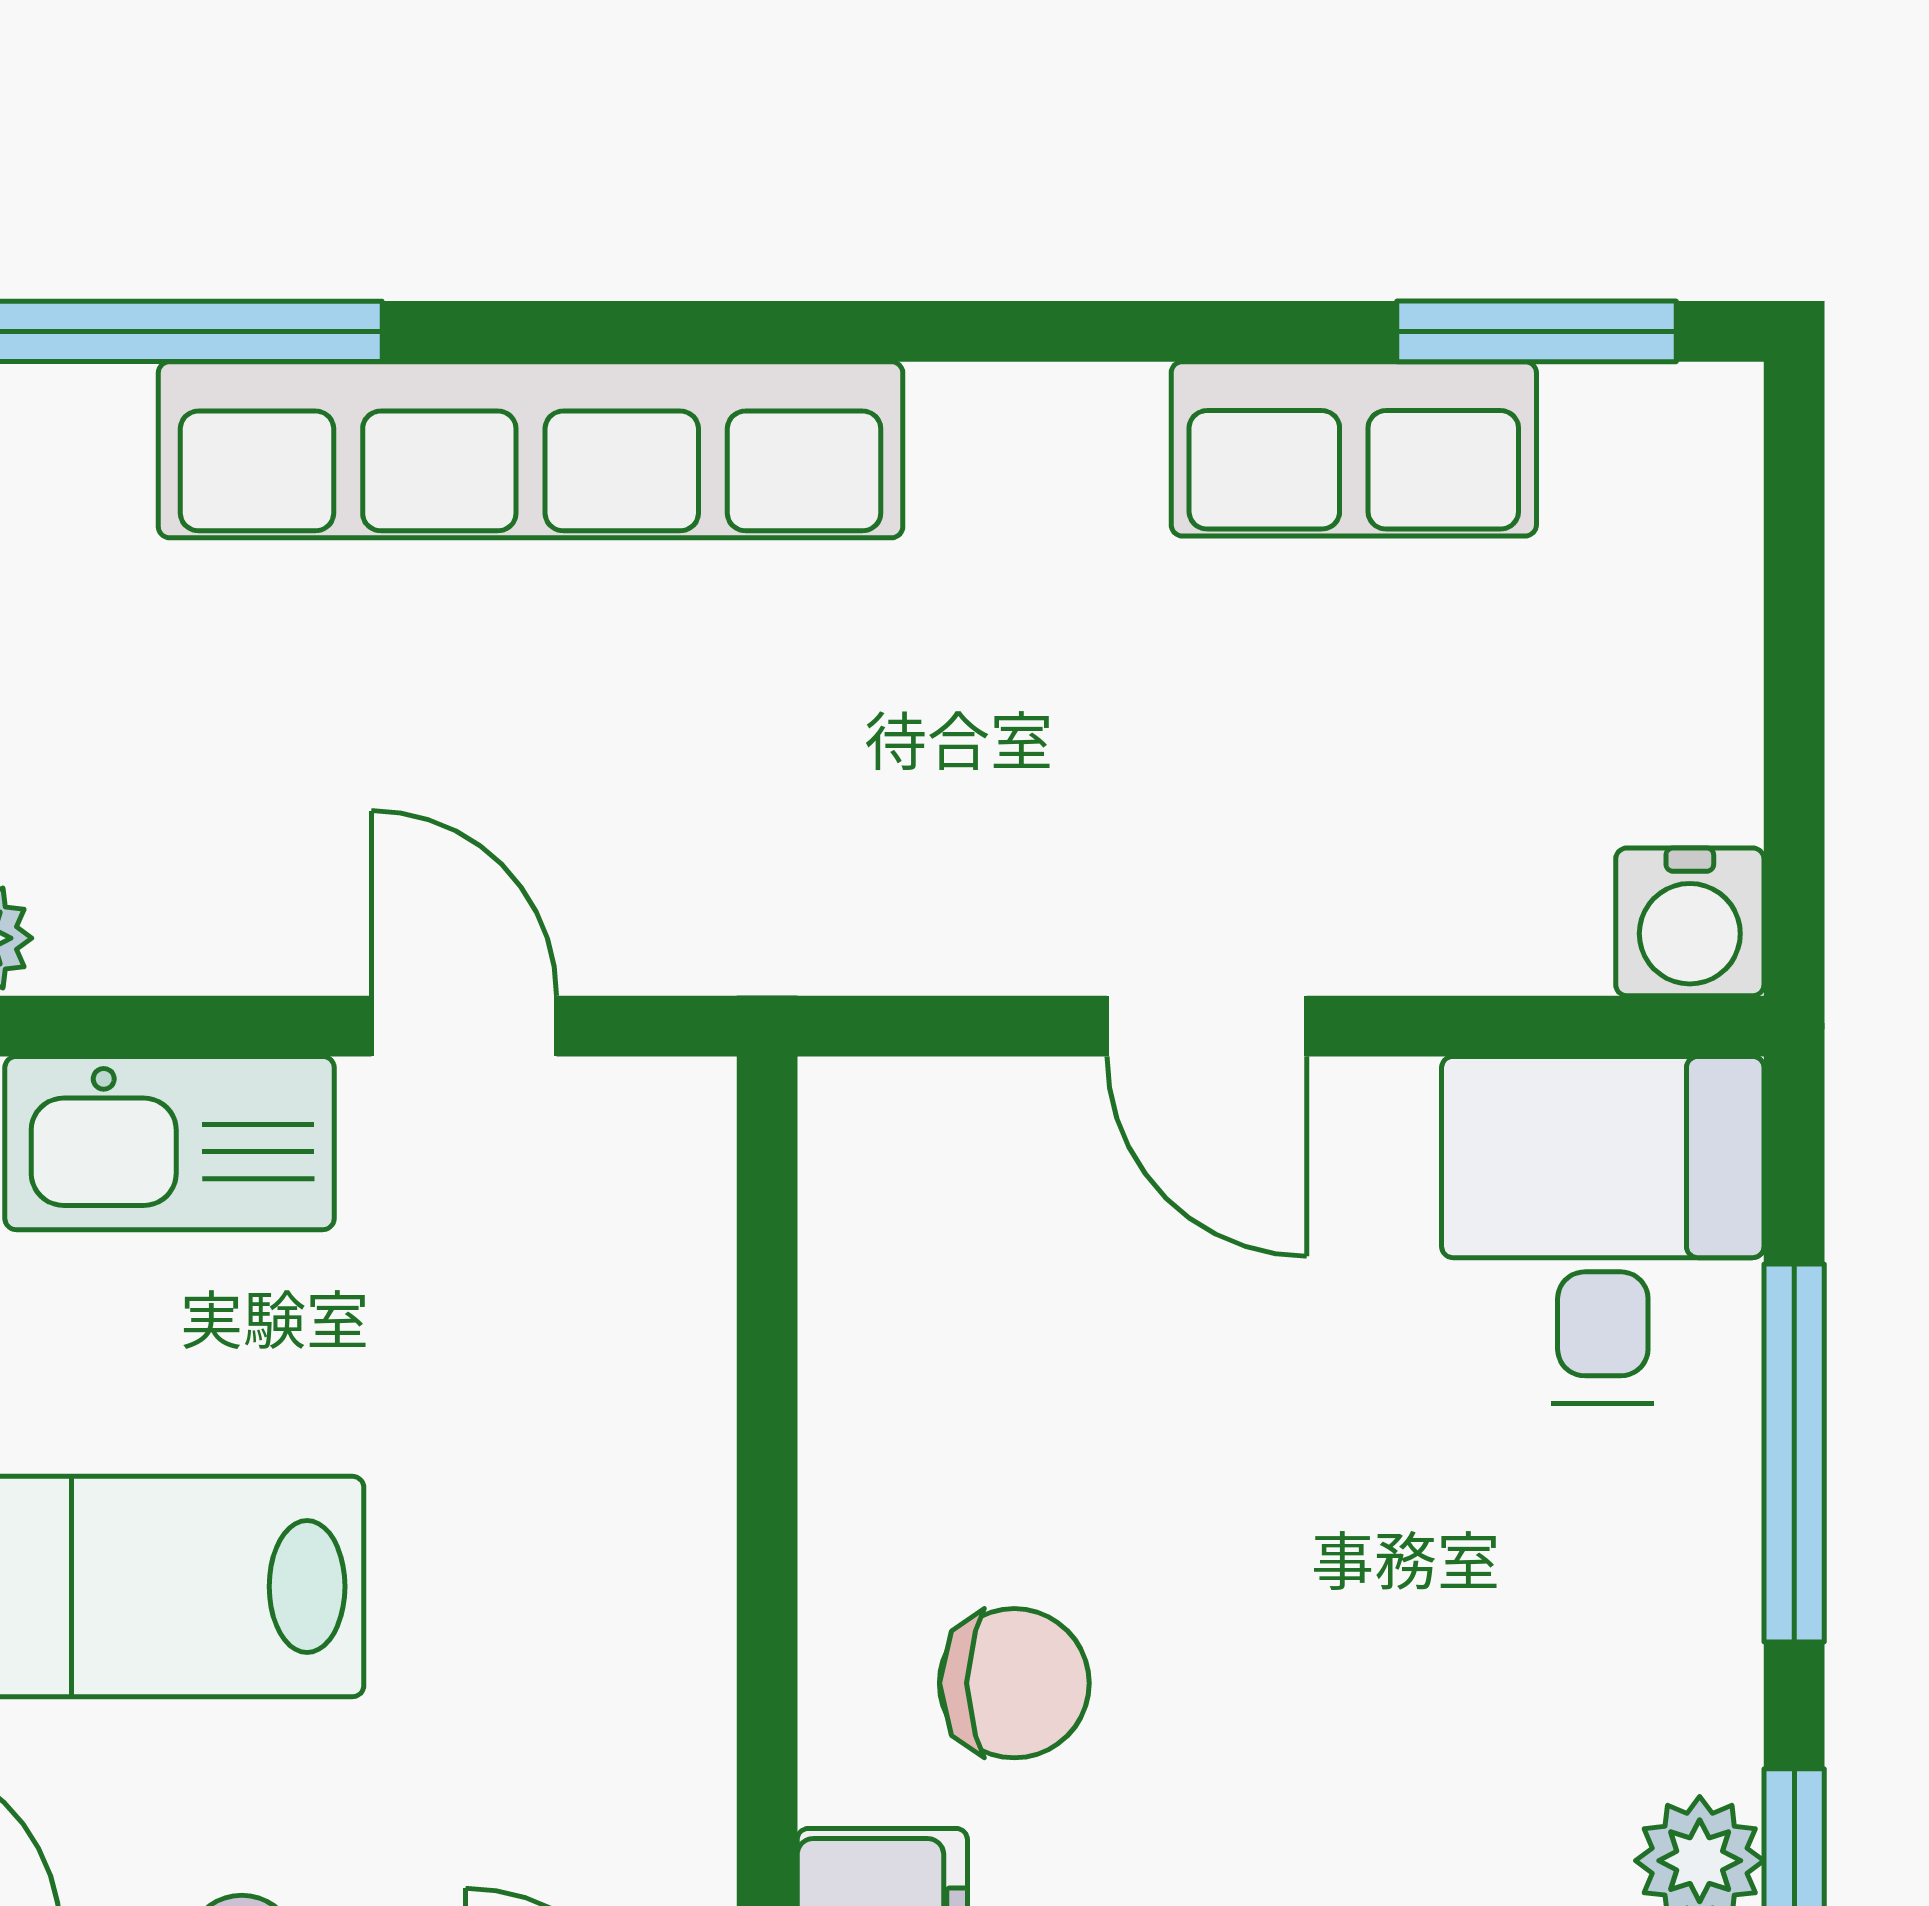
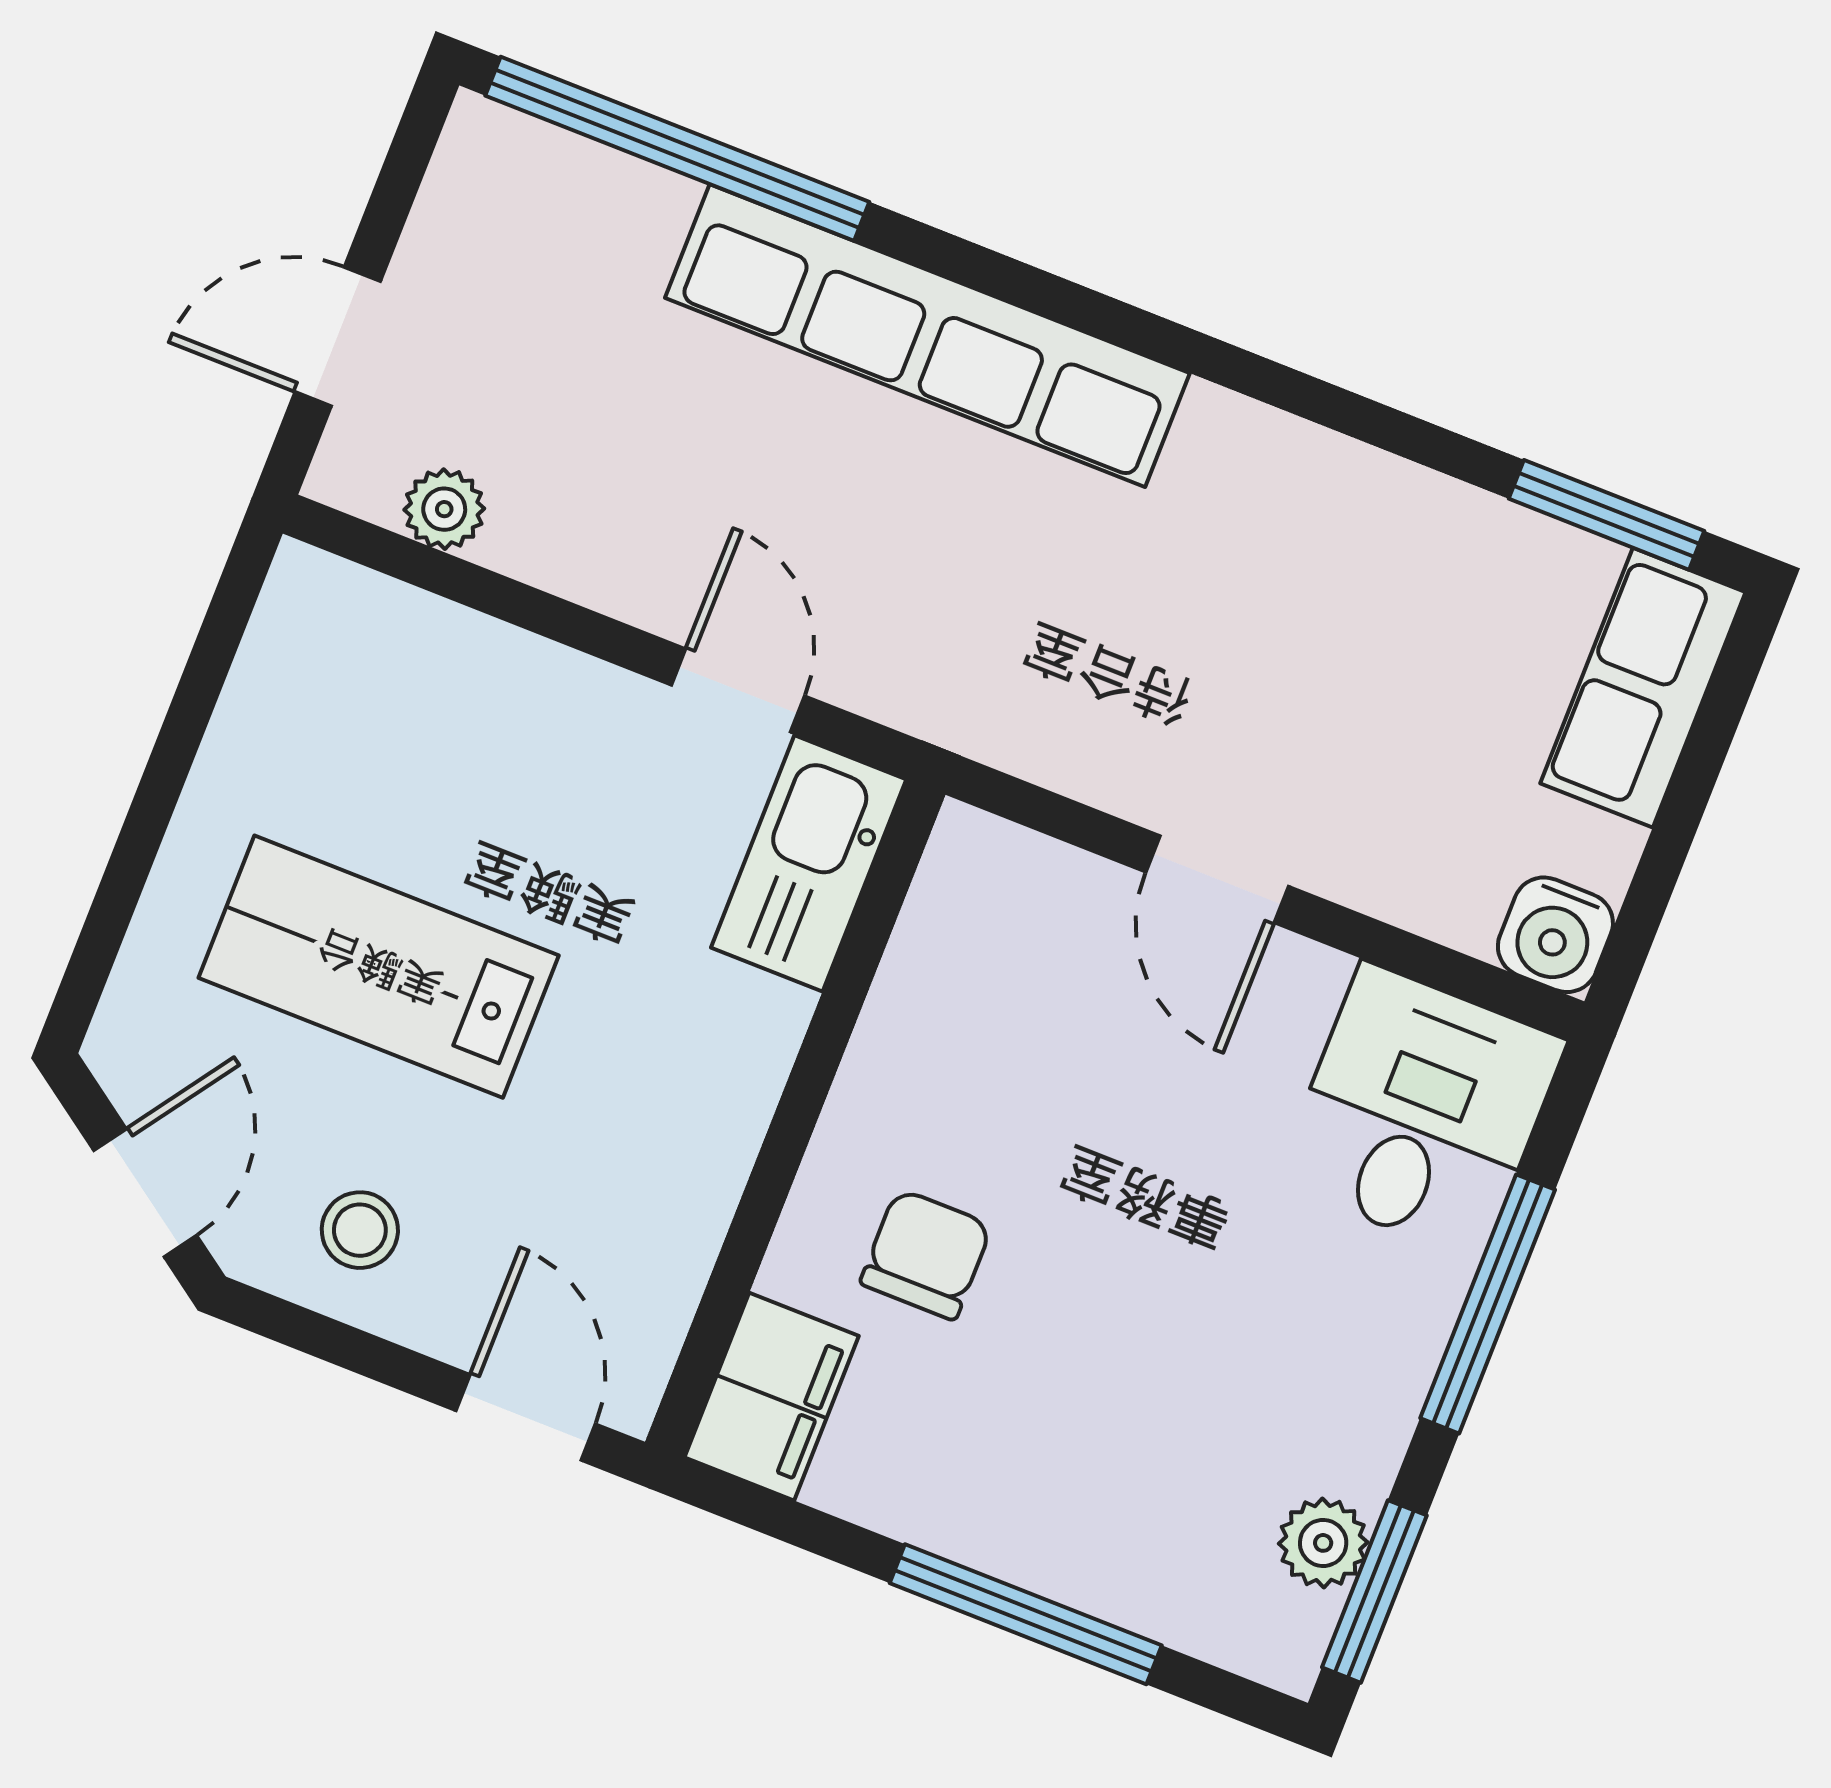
row of seats: (1354, 449) -> (1643, 688), moved, turned 90
kitchen sink: (170, 1143) -> (809, 863), moved, turned 90
chair: (1014, 1683) -> (926, 1254), turned -90

